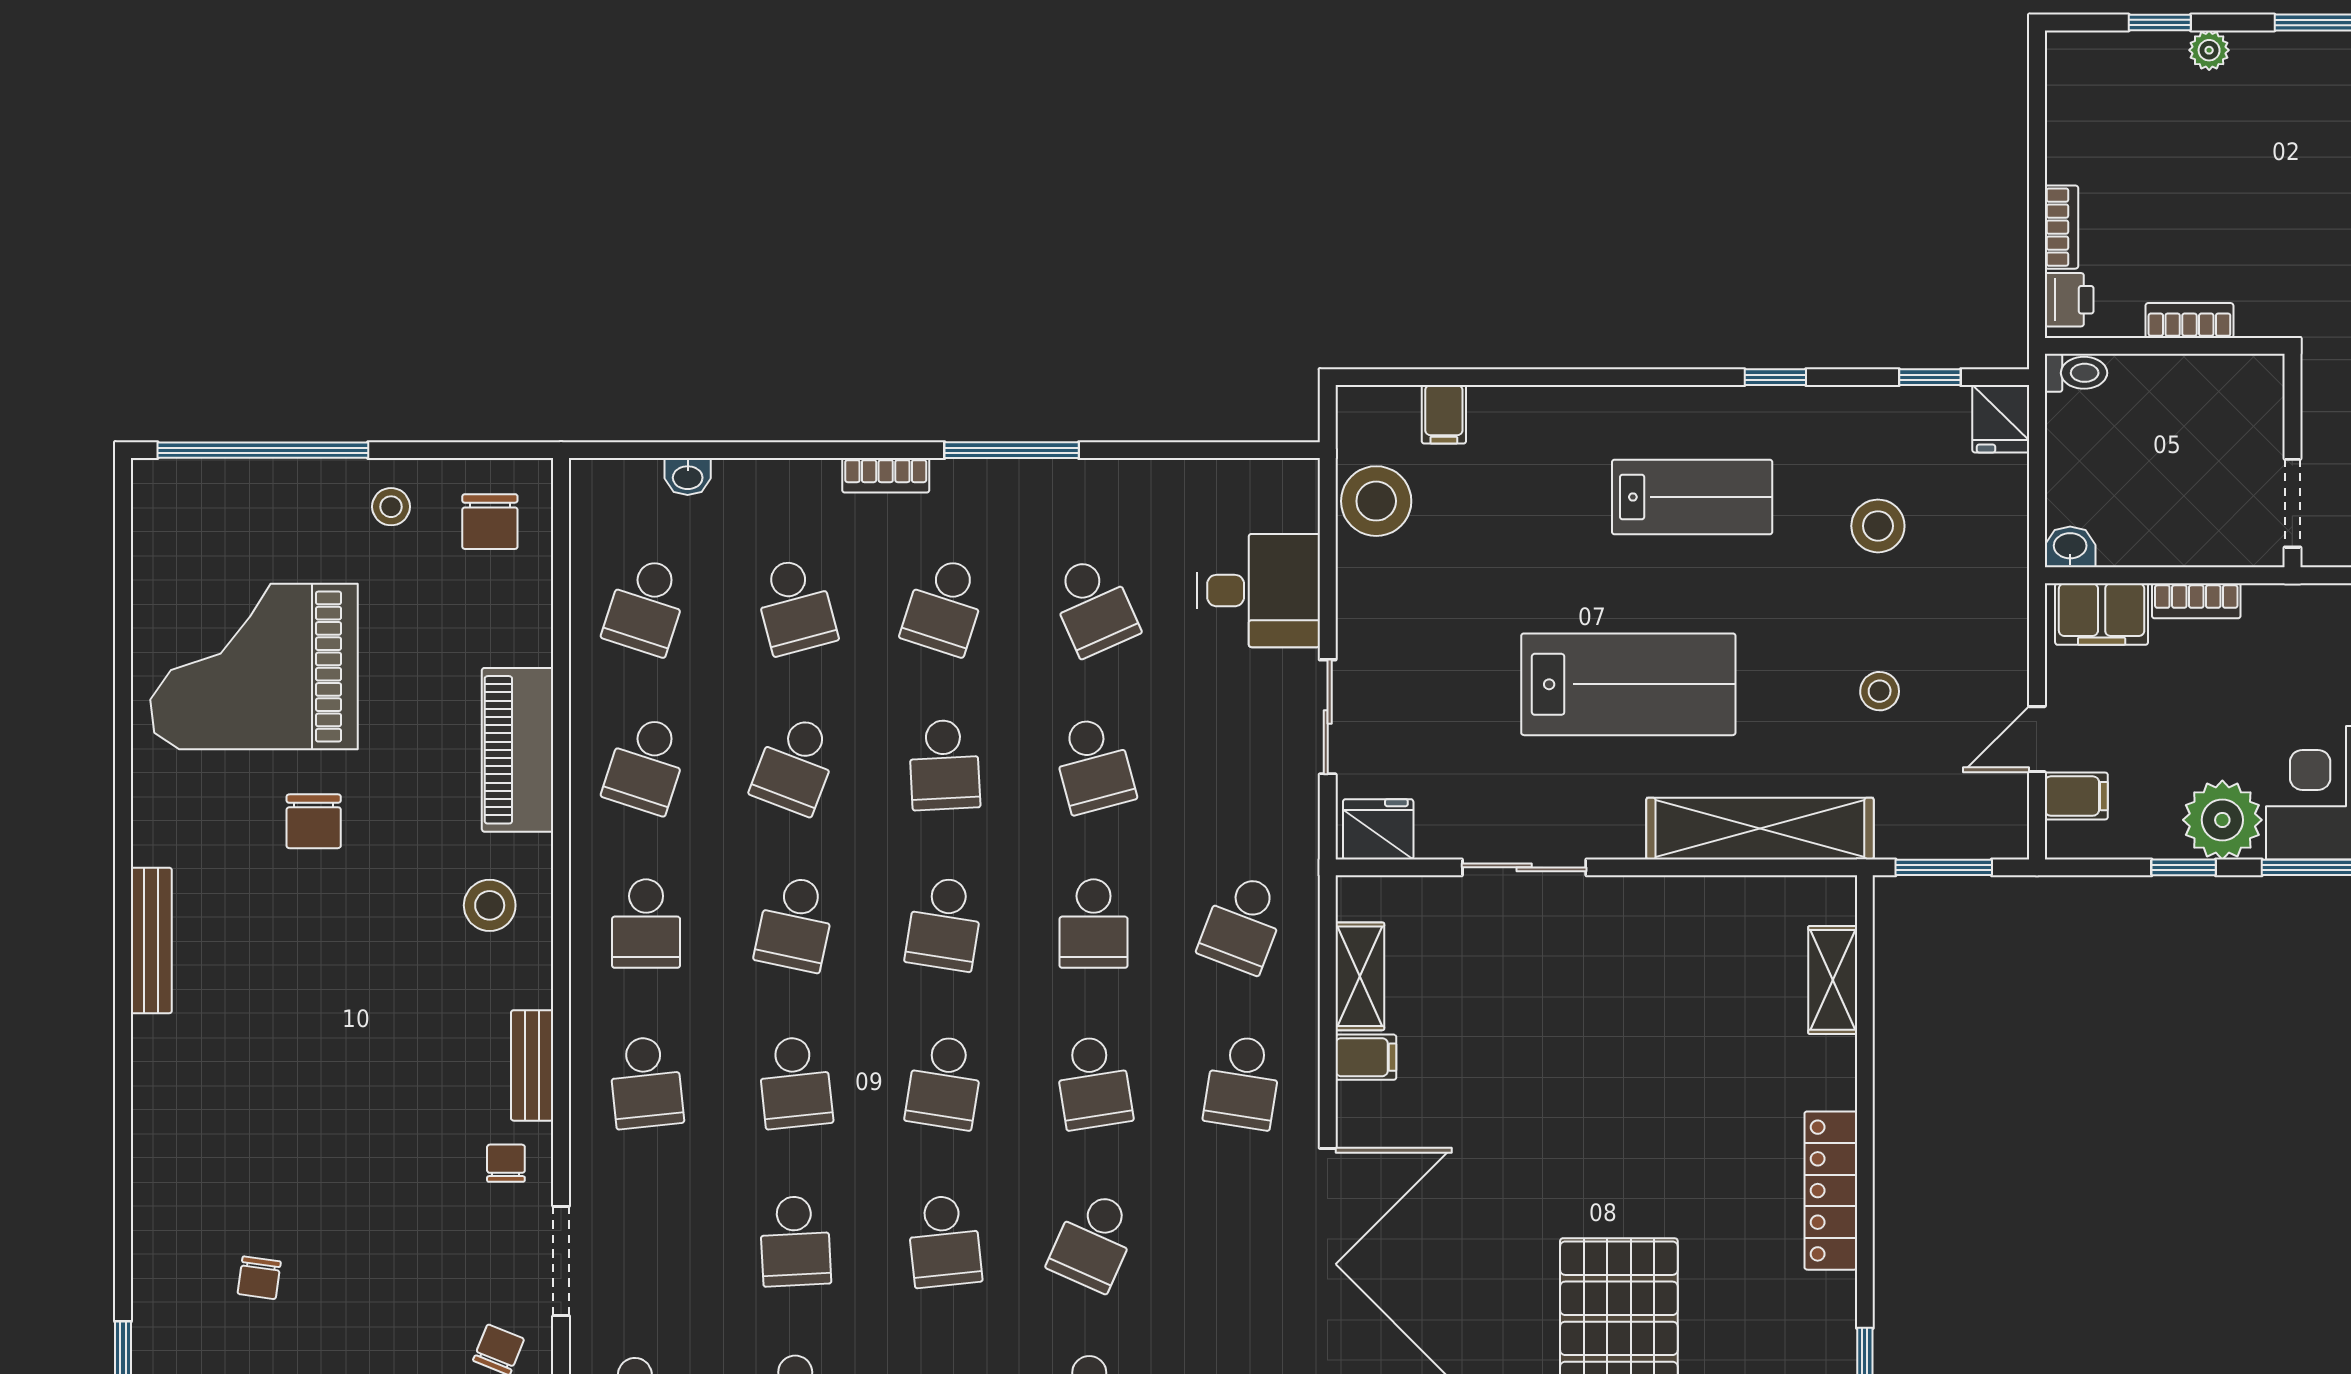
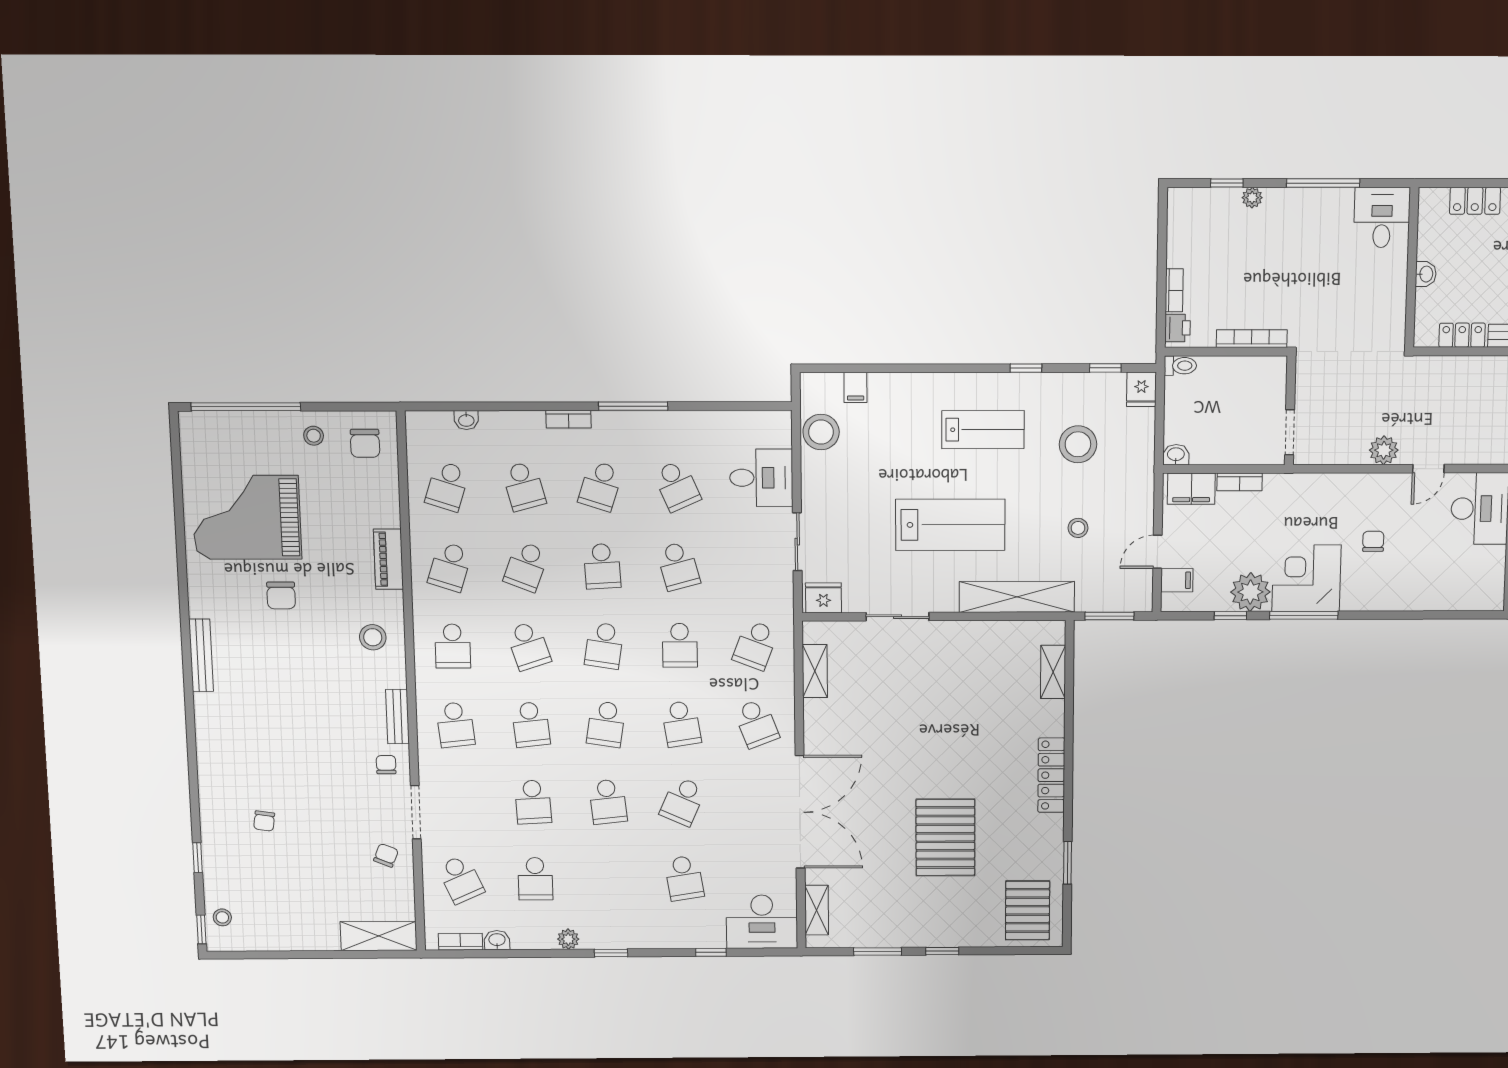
bookcase: (2189, 320) -> (1252, 339), width x1.56
stool: (1878, 526) -> (1078, 444), width x1.38, depth x1.38
piano: (518, 750) -> (388, 559), width x0.73, depth x0.75
school desk: (795, 924) -> (528, 646), turned -30
filing cabinet: (1366, 1057) -> (818, 711), removed
school desk: (1243, 1082) -> (756, 723), turned -30

